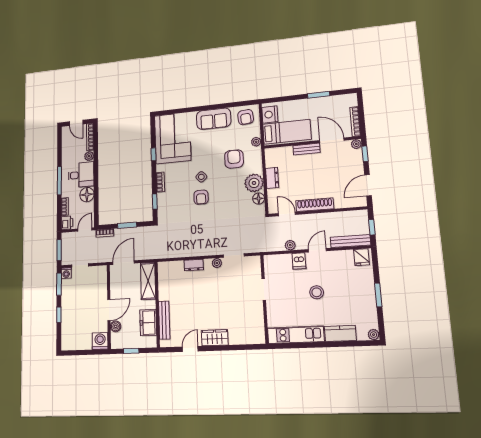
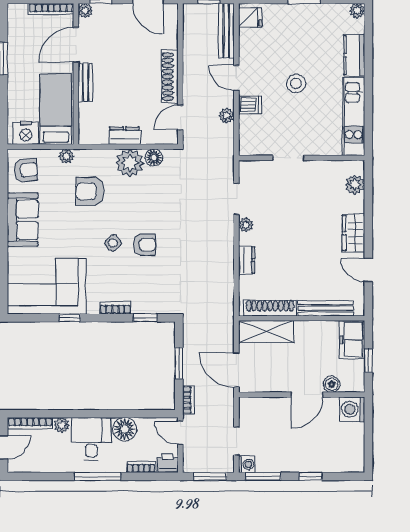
shoe rack: (163, 283) -> (270, 308), added
door: (109, 310) -> (307, 395), swing flipped
freezer: (148, 323) -> (352, 340), moved, turned 90
plant: (248, 337) -> (355, 185), added

